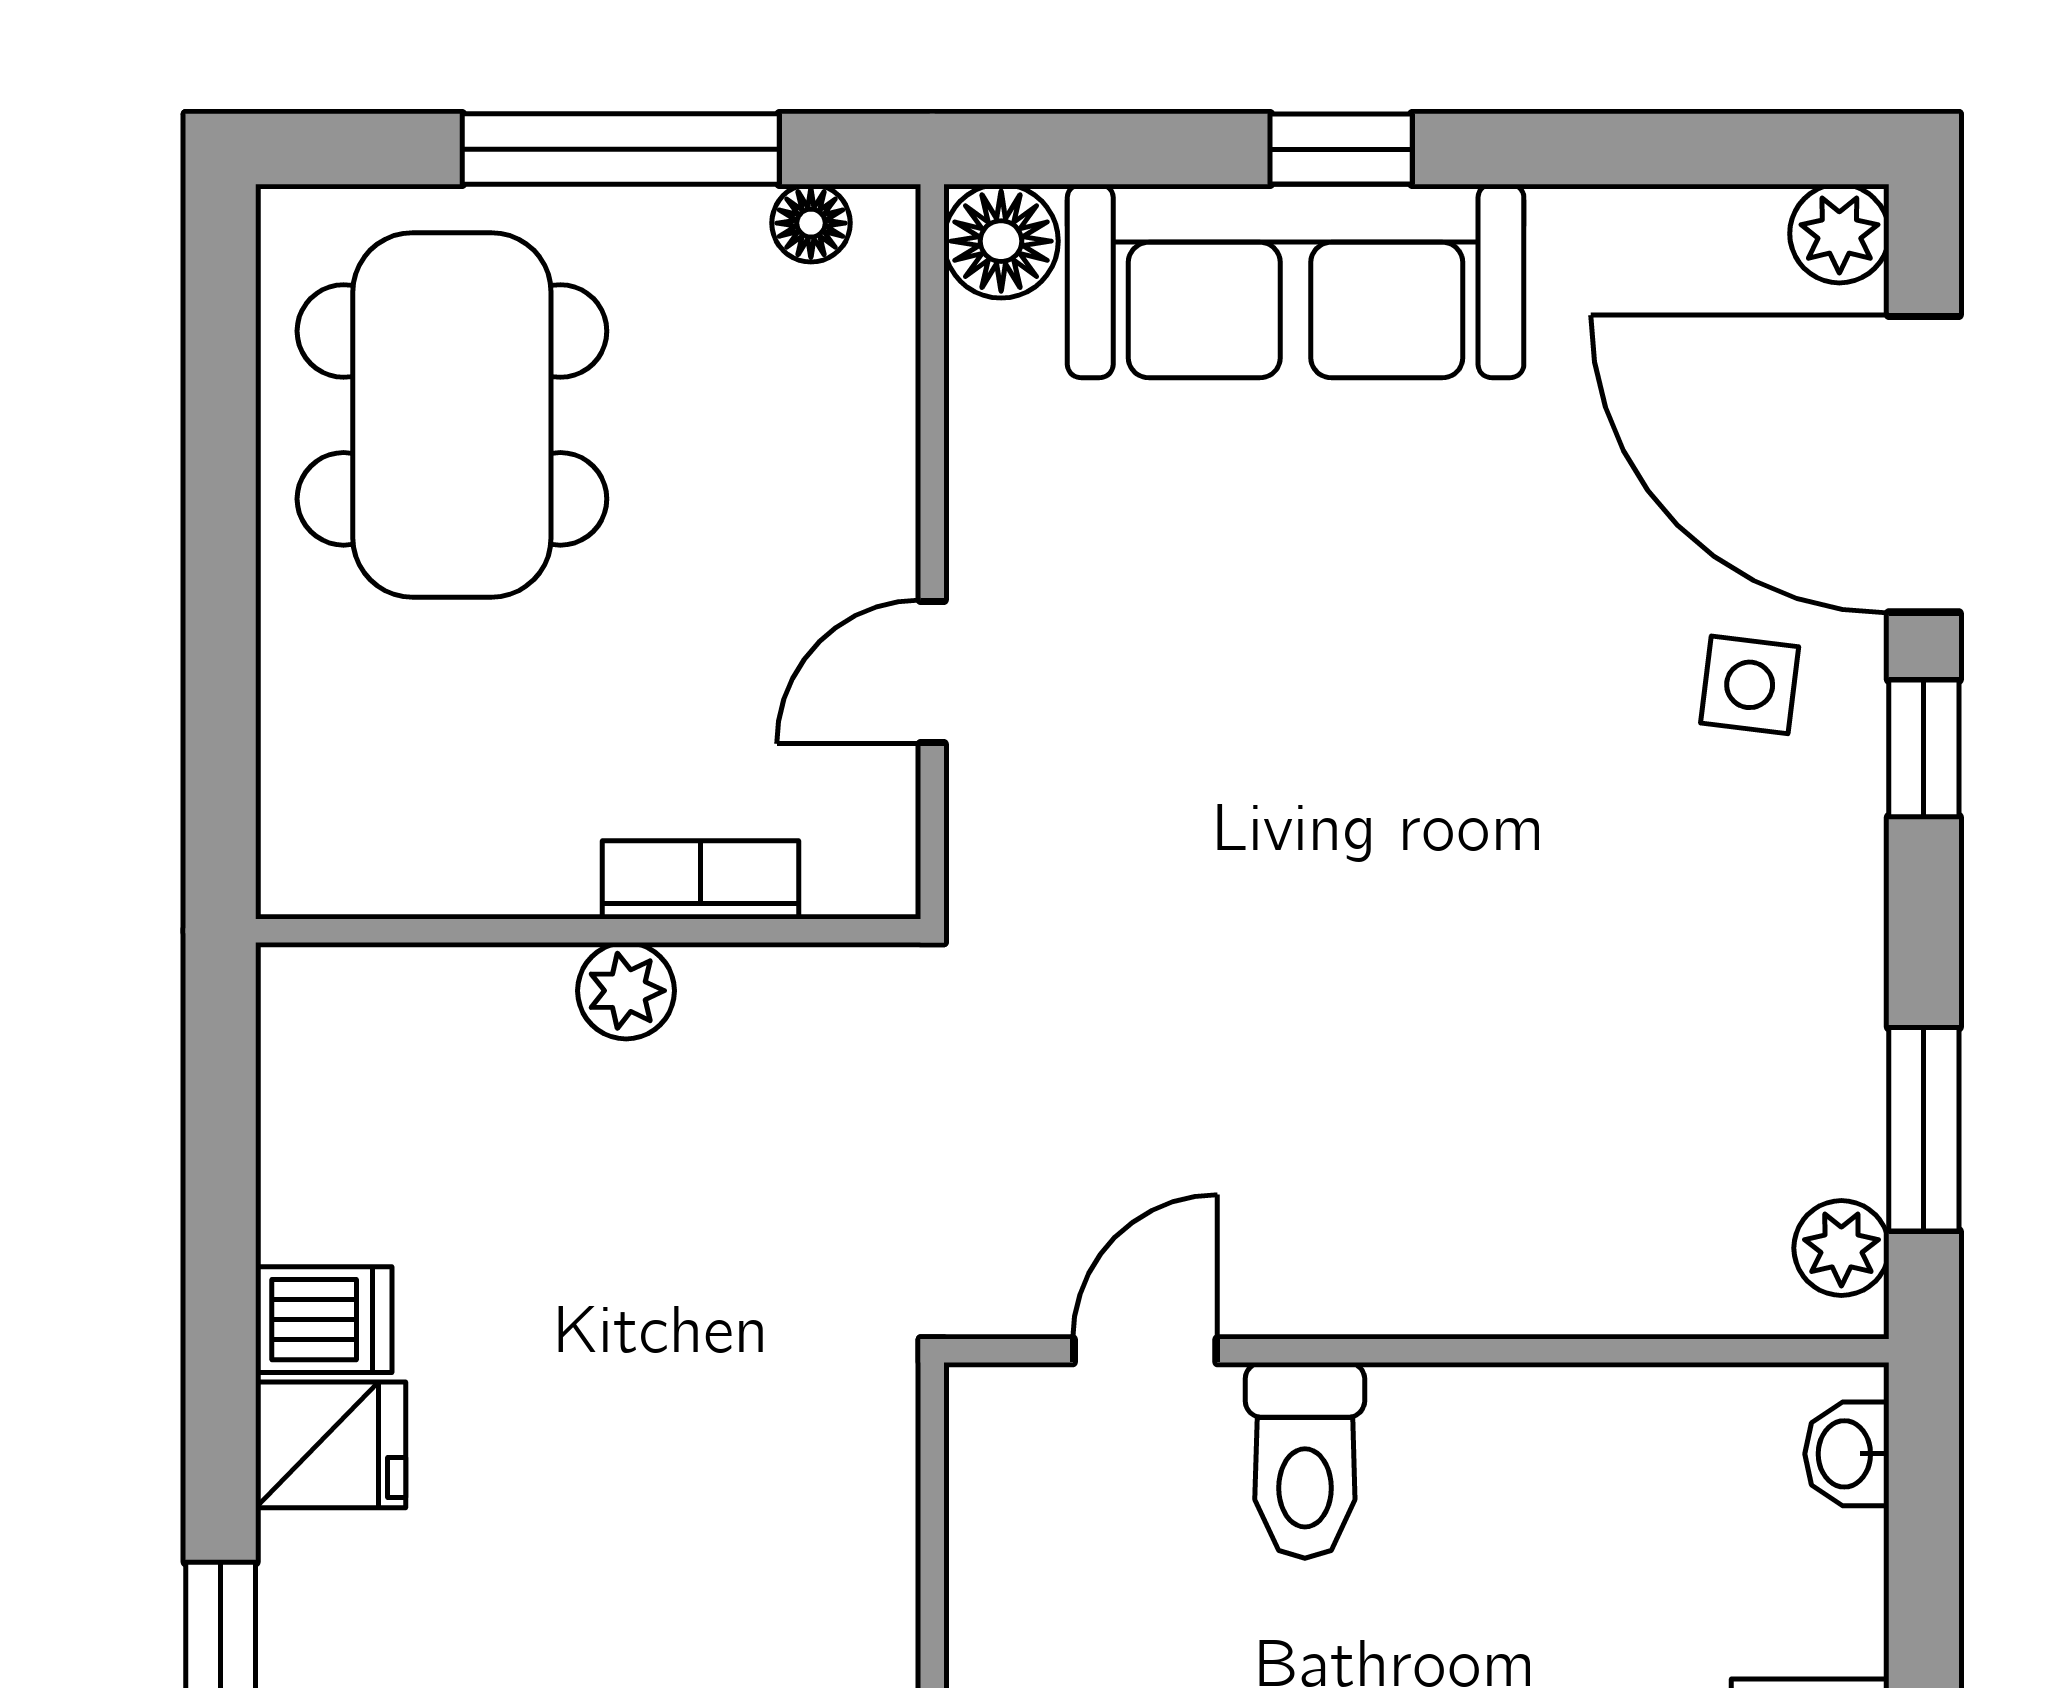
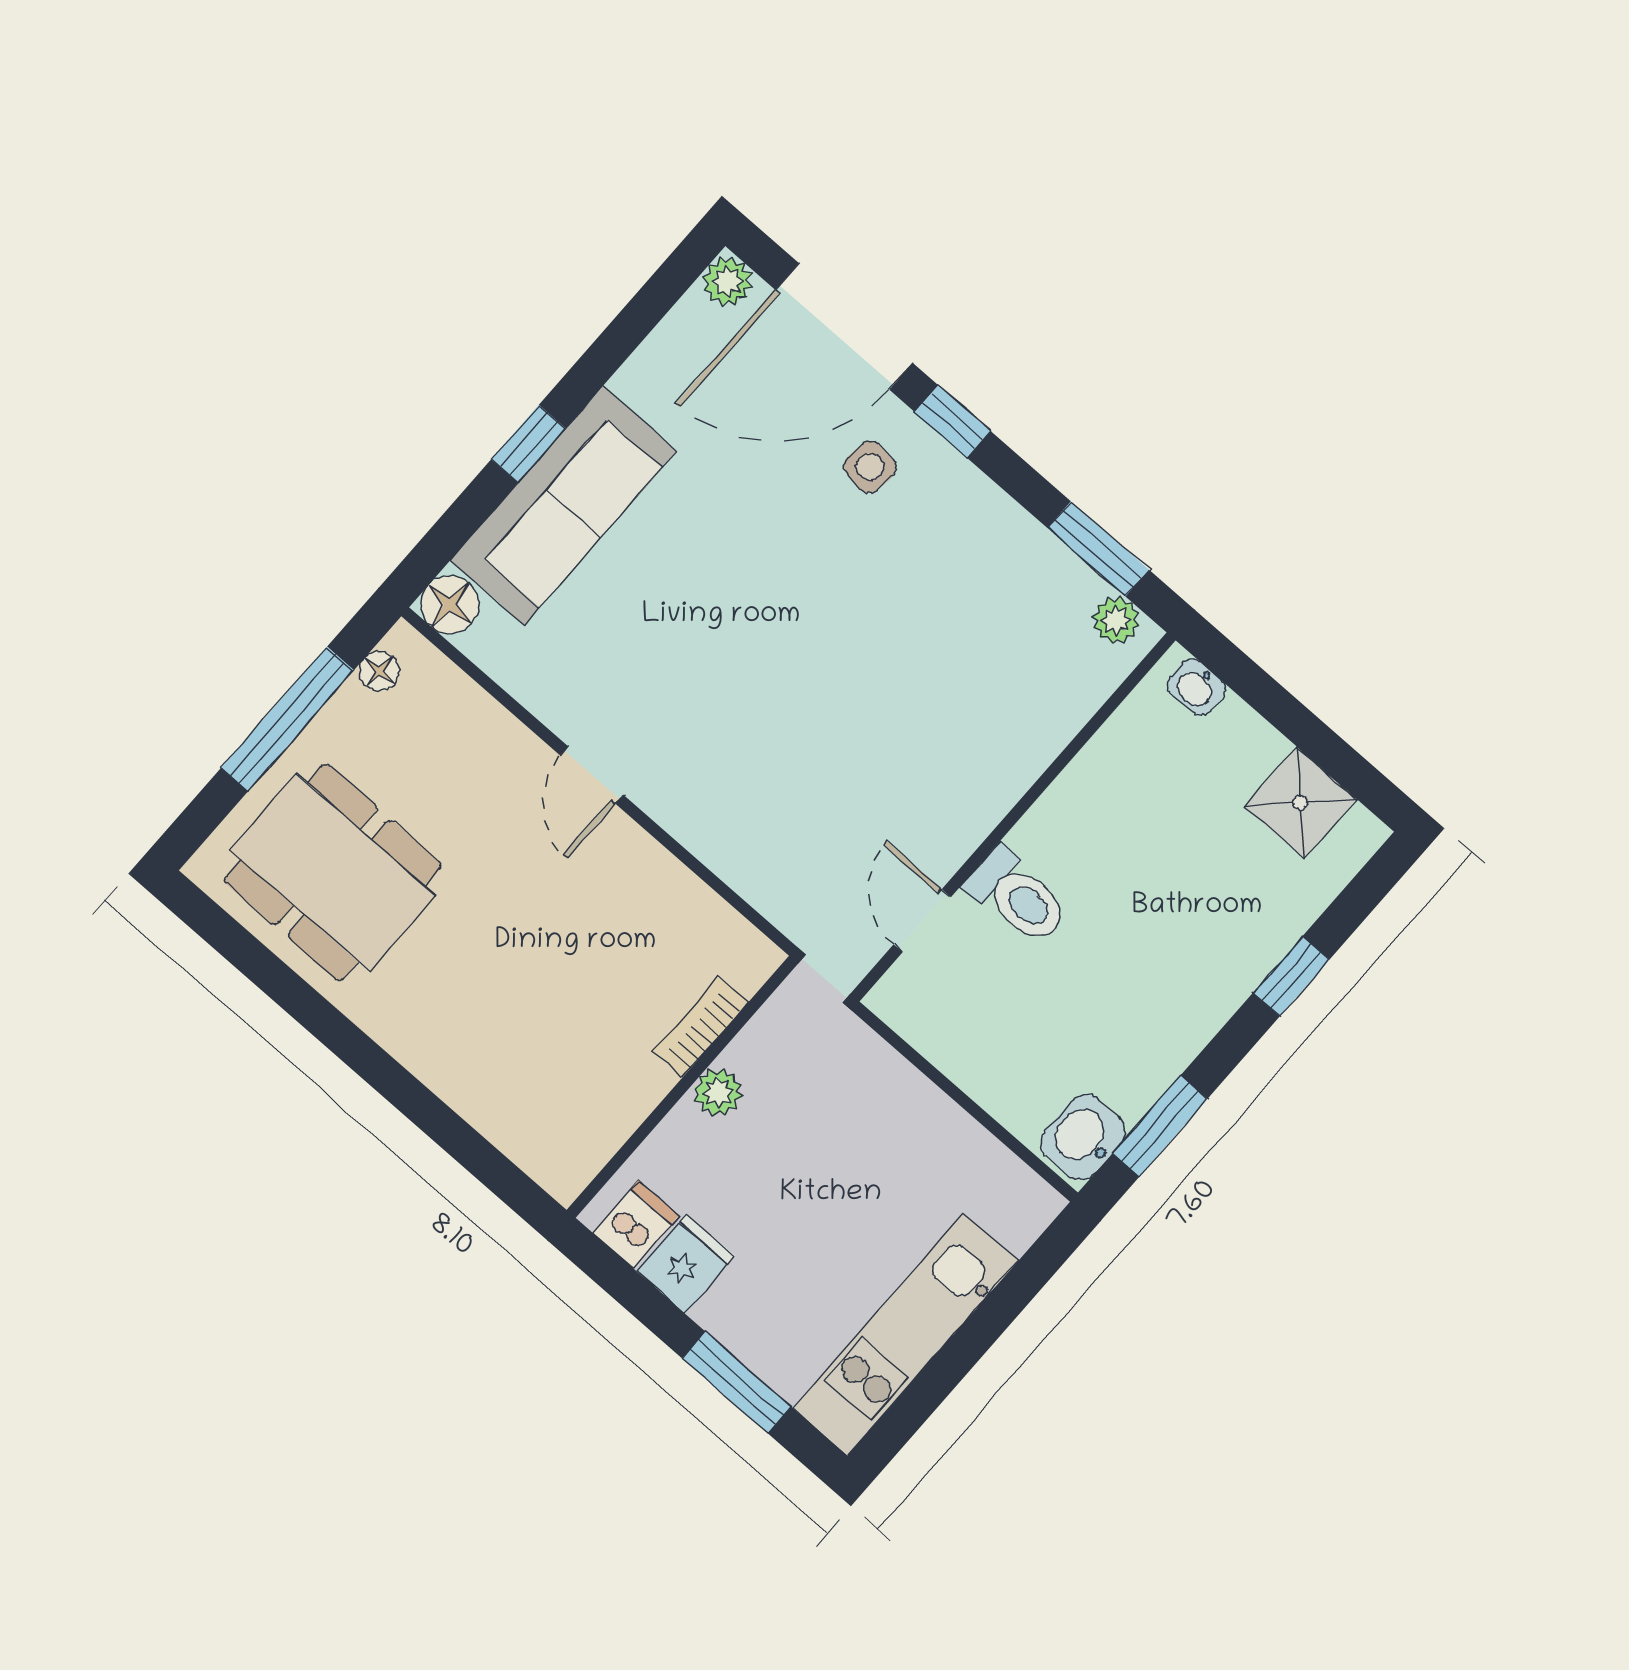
bookcase: (701, 880) -> (701, 1027), moved
wall: (588, 931) -> (682, 1087), moved
plant: (626, 991) -> (718, 1092), moved

